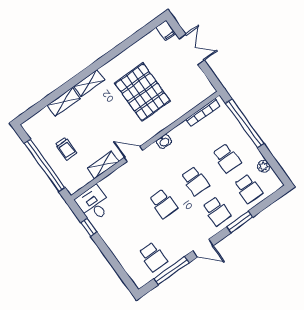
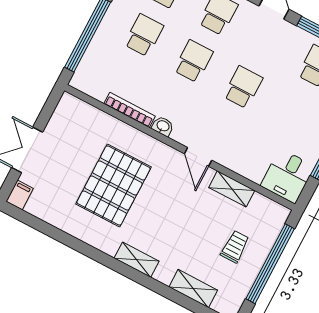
shelving: (64, 102) -> (193, 289), moved
bookcase: (203, 113) -> (130, 110), moved

